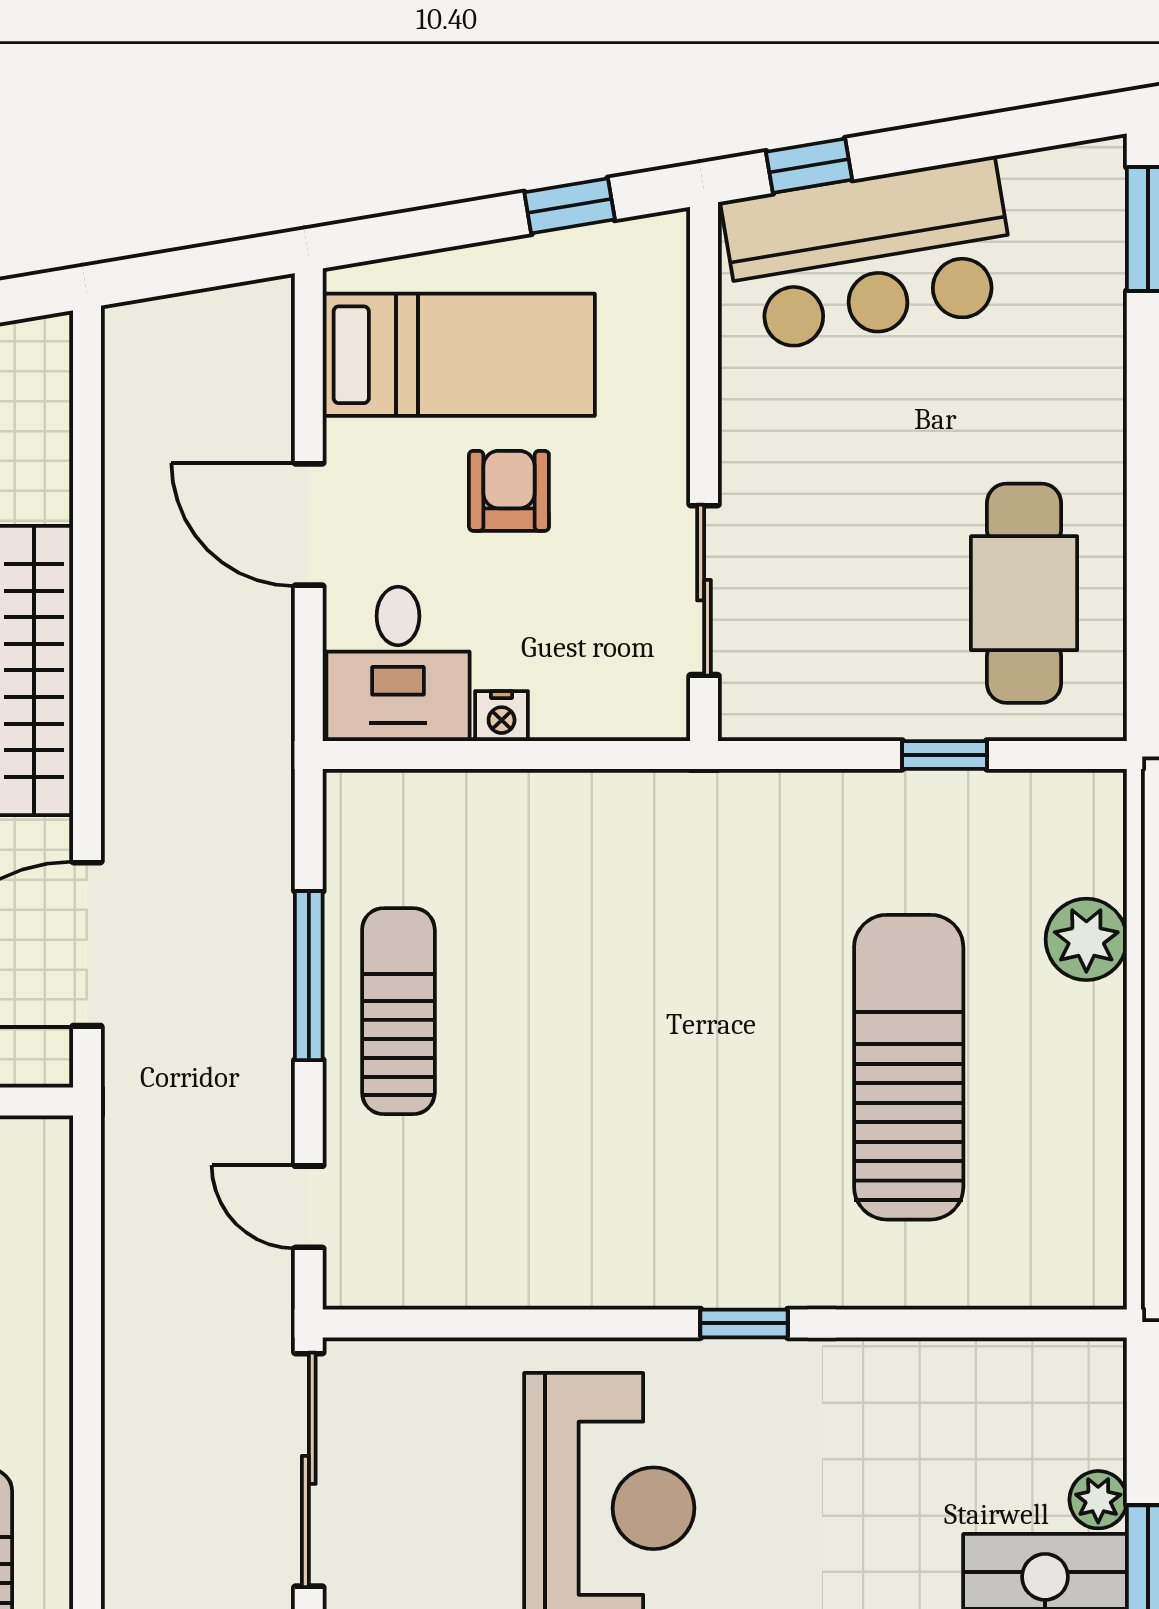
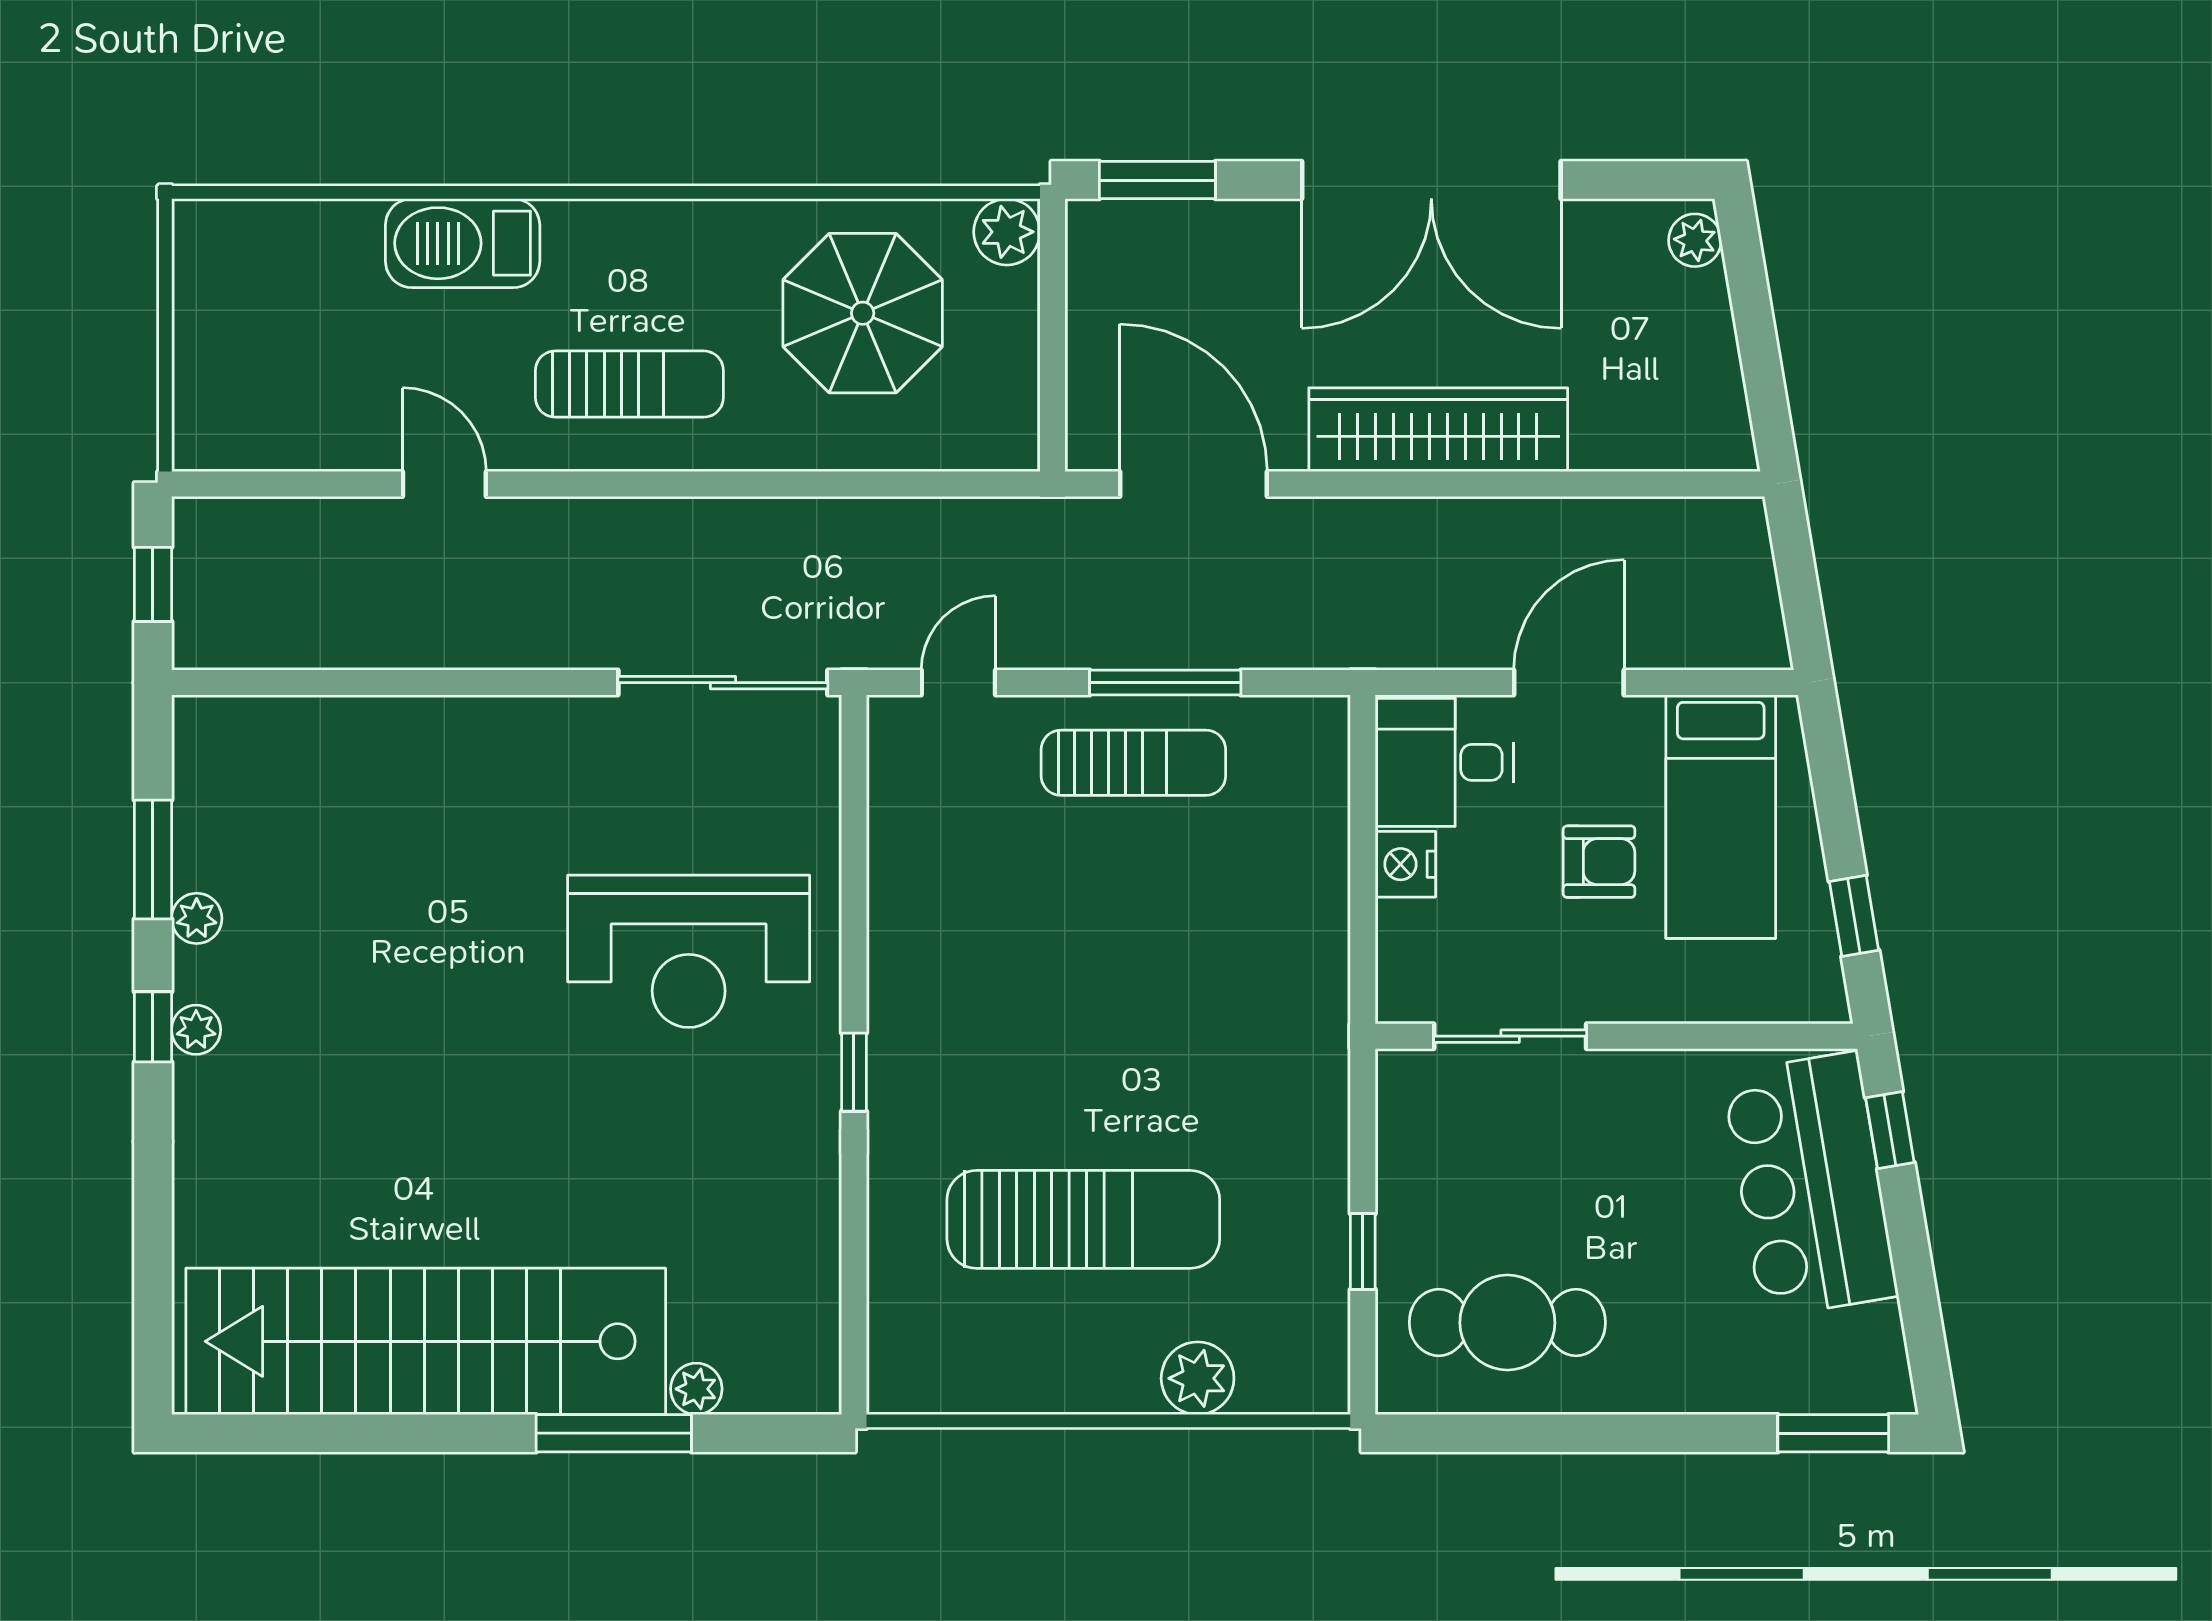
nightstand: (502, 716) -> (1405, 864), width x1.39, depth x1.35

